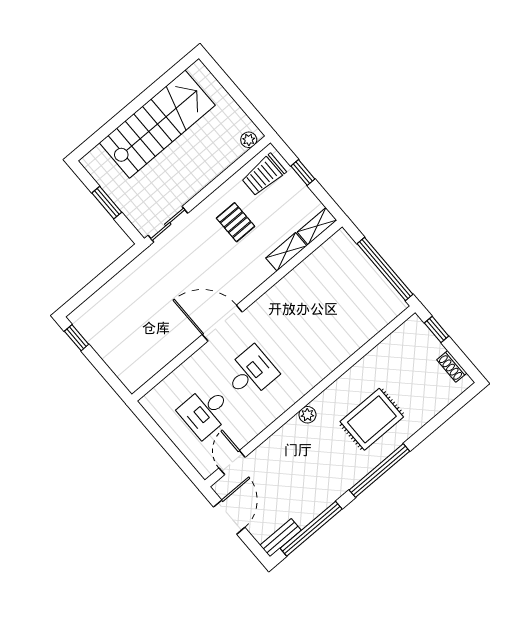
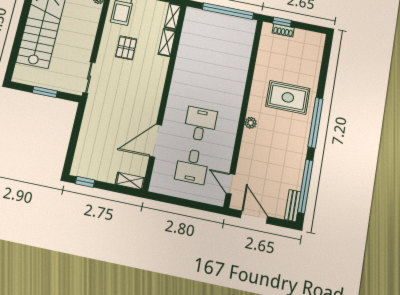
pallet: (236, 222) -> (126, 48), turned 90
door: (222, 323) -> (156, 141), moved
shoe rack: (452, 366) -> (283, 30), moved
shelving: (126, 375) -> (130, 181), added
rug: (372, 419) -> (288, 97), turned 90

